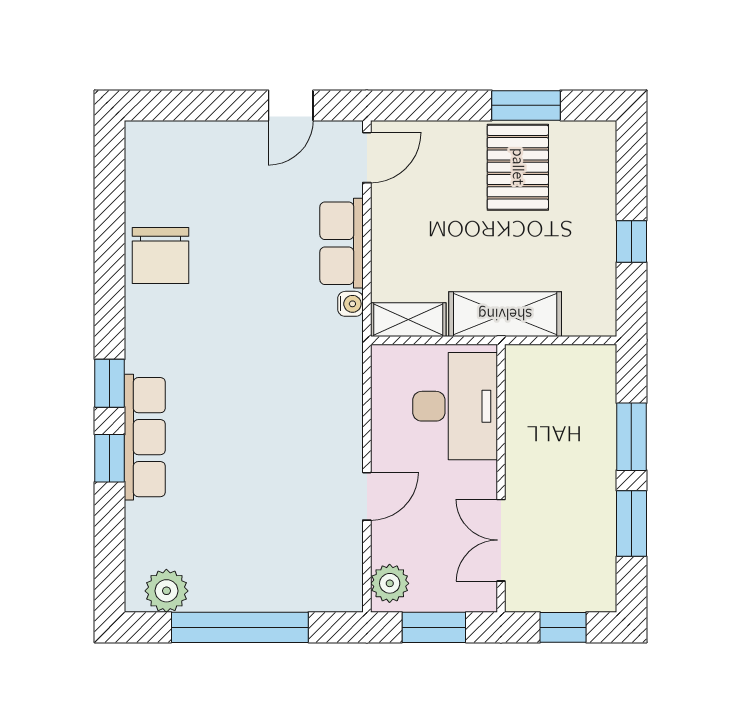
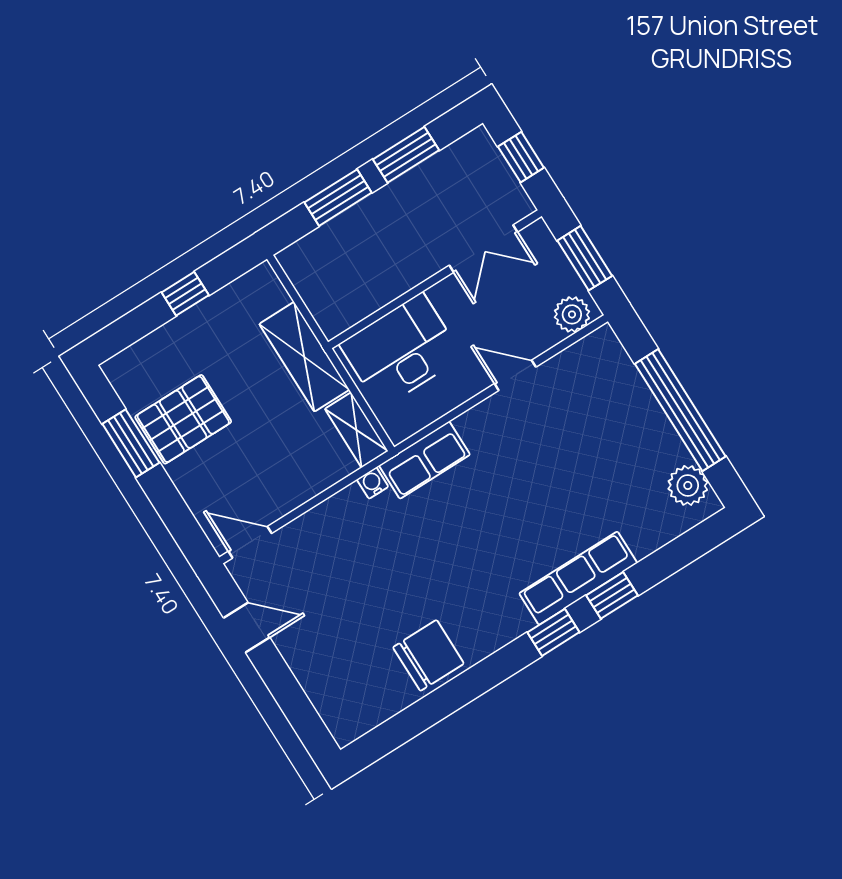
row of seats: (342, 243) -> (424, 460), moved

